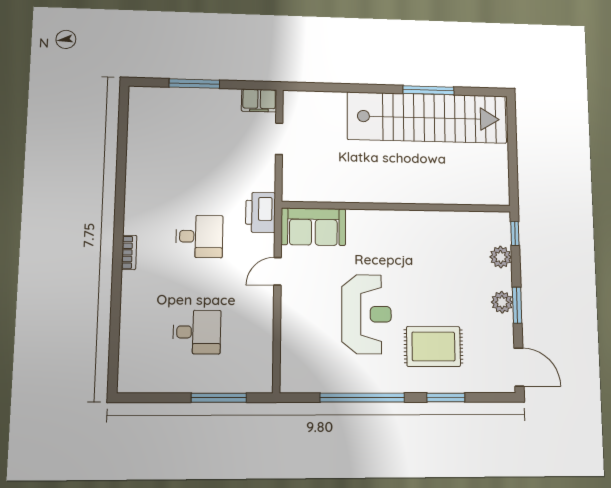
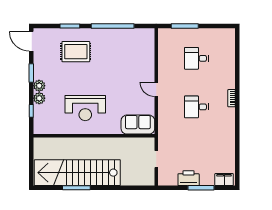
filing cabinet: (259, 100) -> (224, 180), moved
wall: (397, 207) -> (94, 136), moved
printer: (261, 212) -> (189, 178), moved, turned -90
sofa: (313, 227) -> (138, 125), moved
door: (278, 271) -> (156, 89), swing flipped
plant: (502, 302) -> (39, 86), moved
reception desk: (366, 314) -> (85, 108), moved, turned -90

